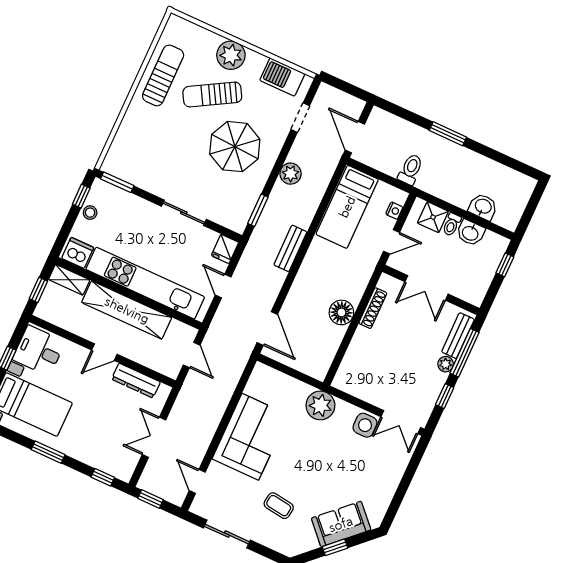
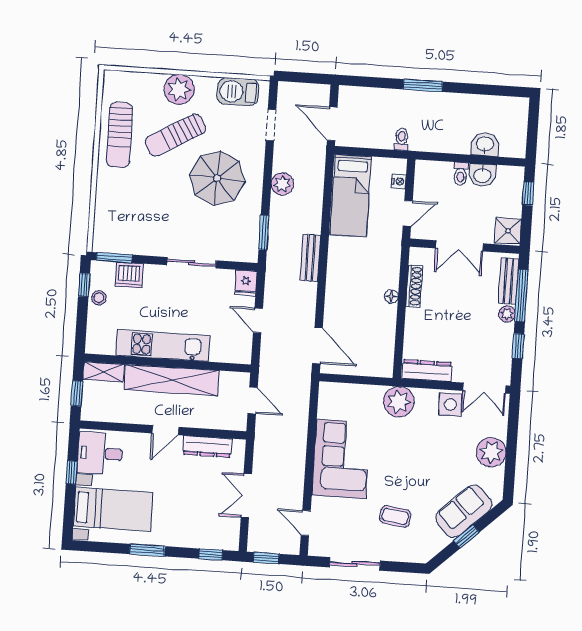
sun lounger: (163, 75) -> (120, 135), turned 180
toilet: (411, 169) -> (402, 139), width x0.73, depth x0.72
shower: (433, 217) -> (508, 231), moved
dishwasher: (78, 253) -> (129, 275), moved, turned 180
kitchen unit: (145, 283) -> (163, 346), width x0.73
floor lamp: (341, 312) -> (391, 296), width x0.53, depth x0.53
dresser: (356, 387) -> (427, 371), added
plant: (385, 481) -> (491, 452), added

